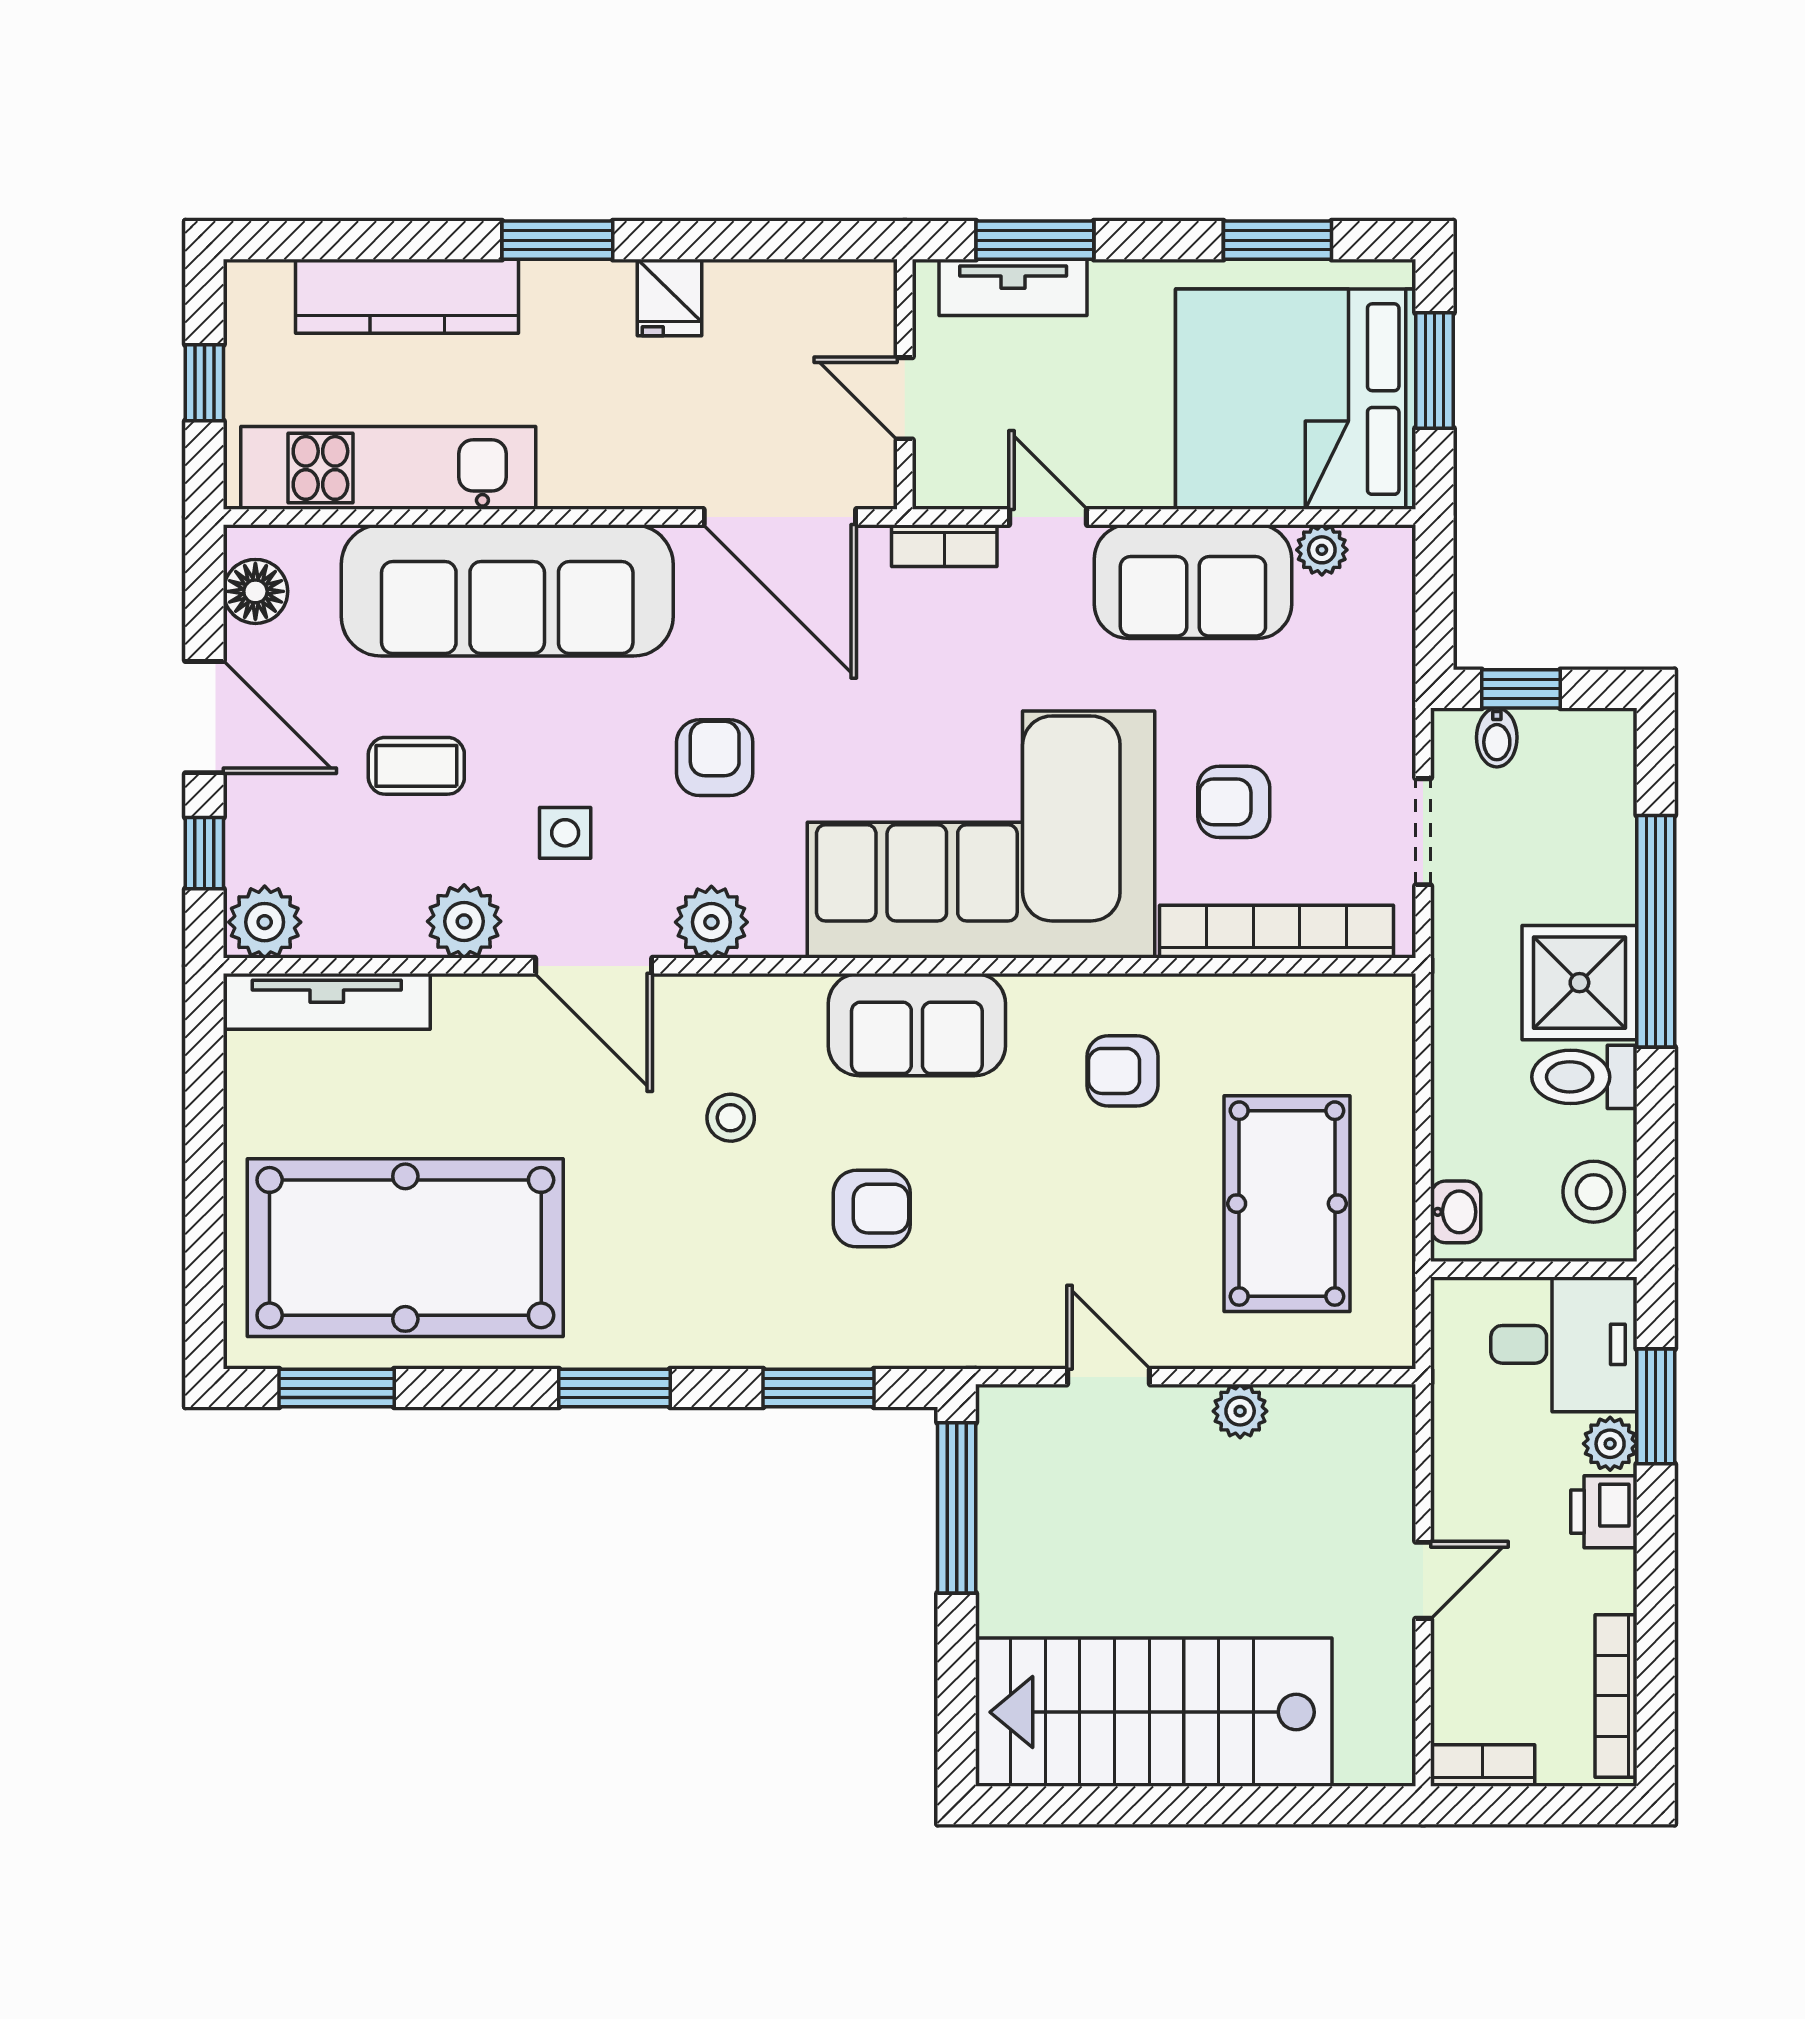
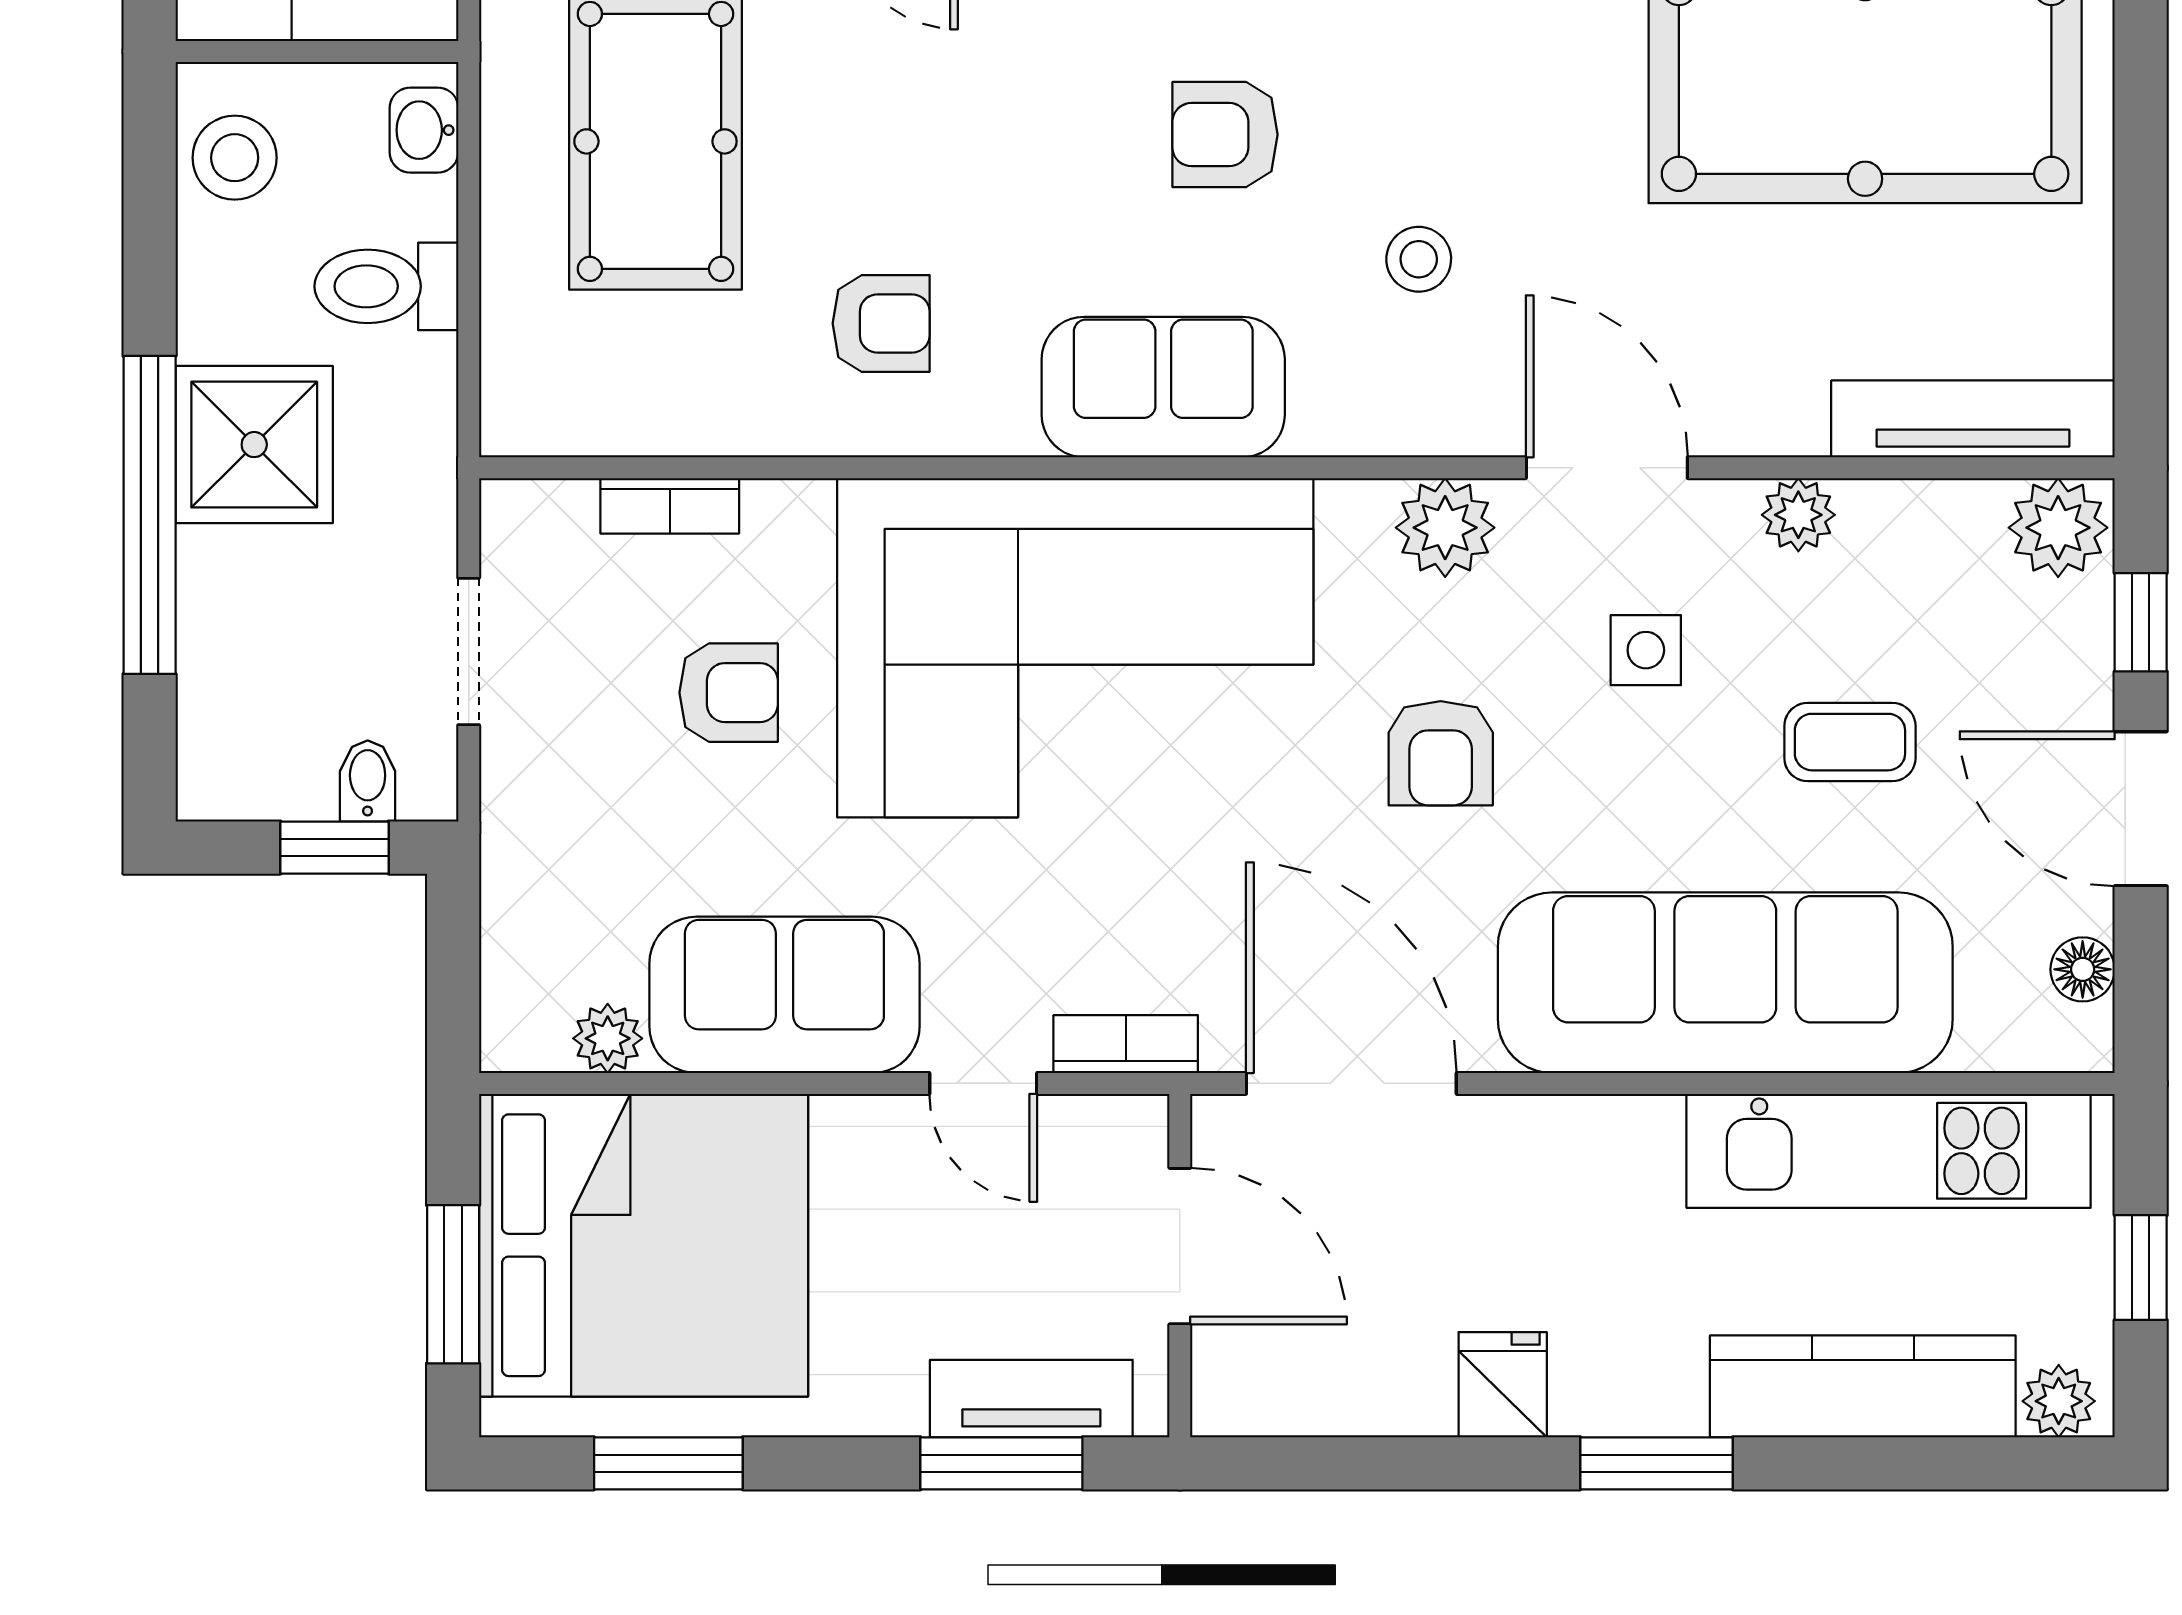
plant: (264, 286) -> (2059, 1401), added
door: (905, 398) -> (1180, 1246), width x1.38
floor lamp: (255, 591) -> (2083, 969), width x0.73, depth x0.73
plant: (464, 921) -> (1798, 515), width x0.73, depth x0.73
bookcase: (1277, 932) -> (670, 506), width x0.43, depth x0.76
toilet: (1584, 1077) -> (386, 286), moved, turned 180

